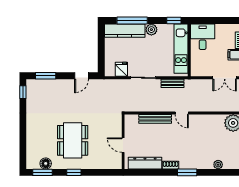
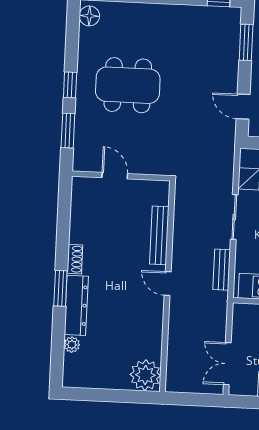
door: (182, 113) -> (168, 284), hinge flipped
door: (123, 145) -> (115, 176), hinge flipped
floor lamp: (46, 163) -> (89, 16), moved
dresser: (145, 163) -> (76, 305), moved
window: (42, 172) -> (68, 131), moved

